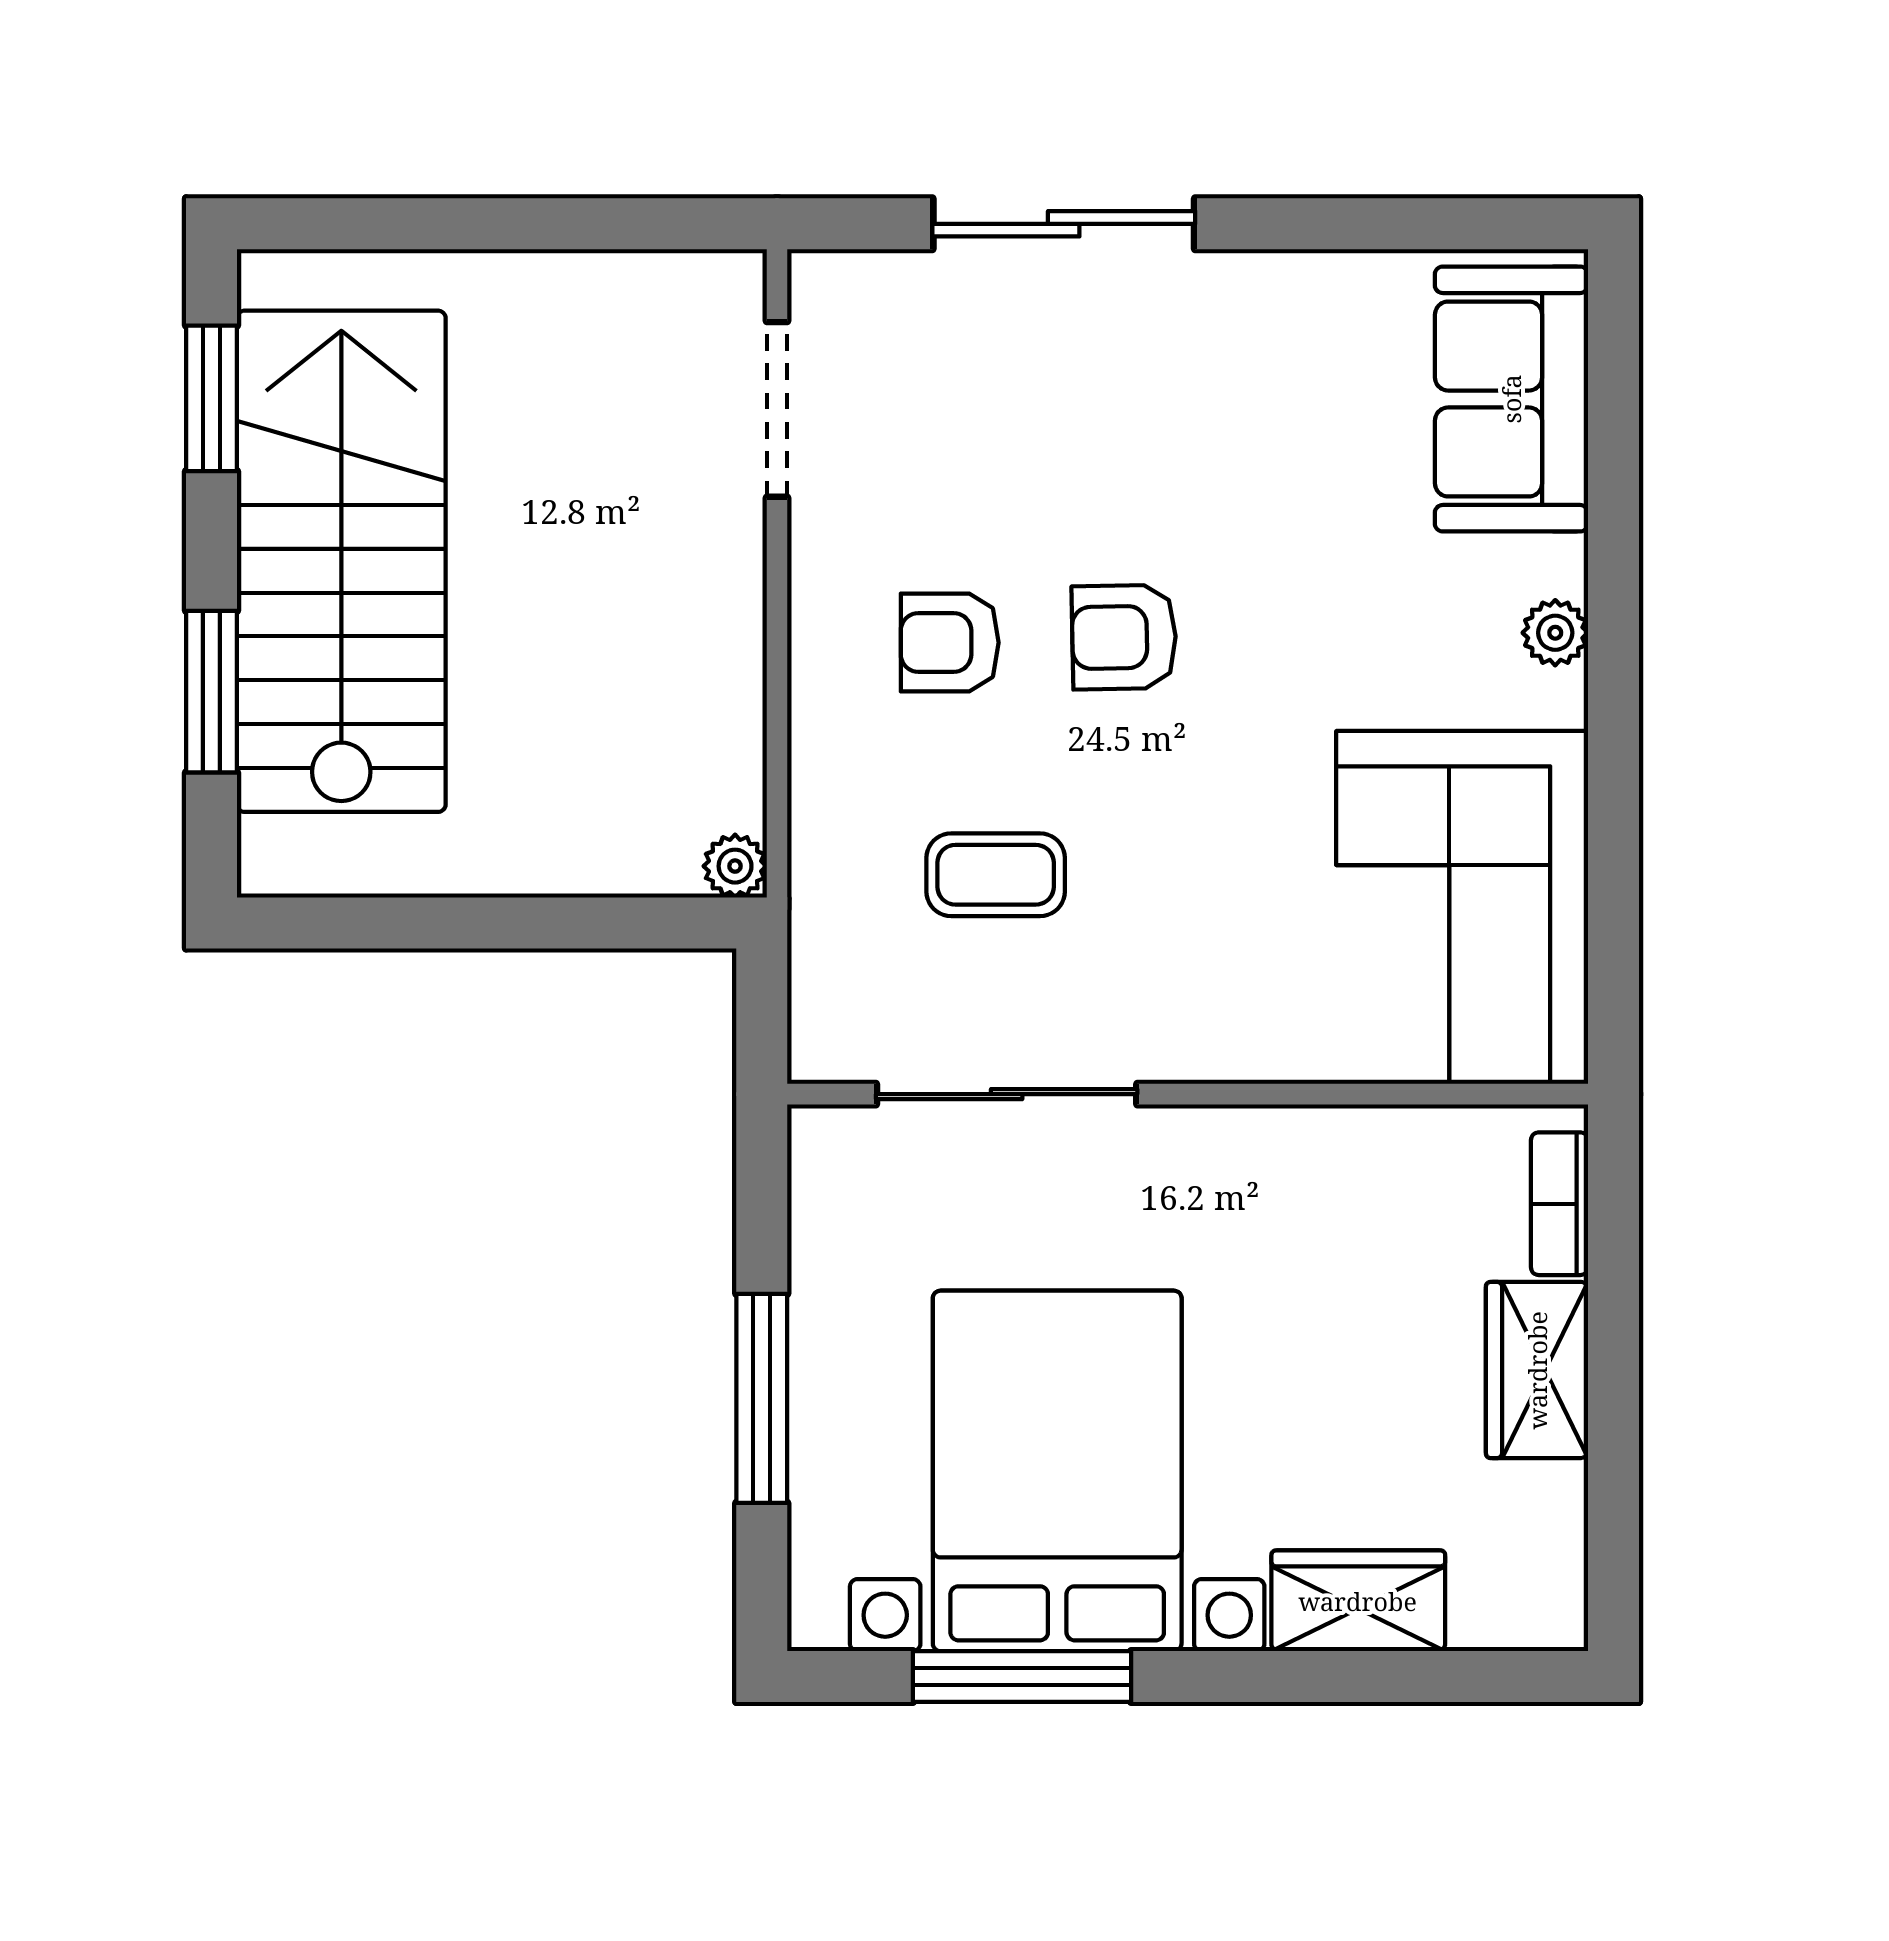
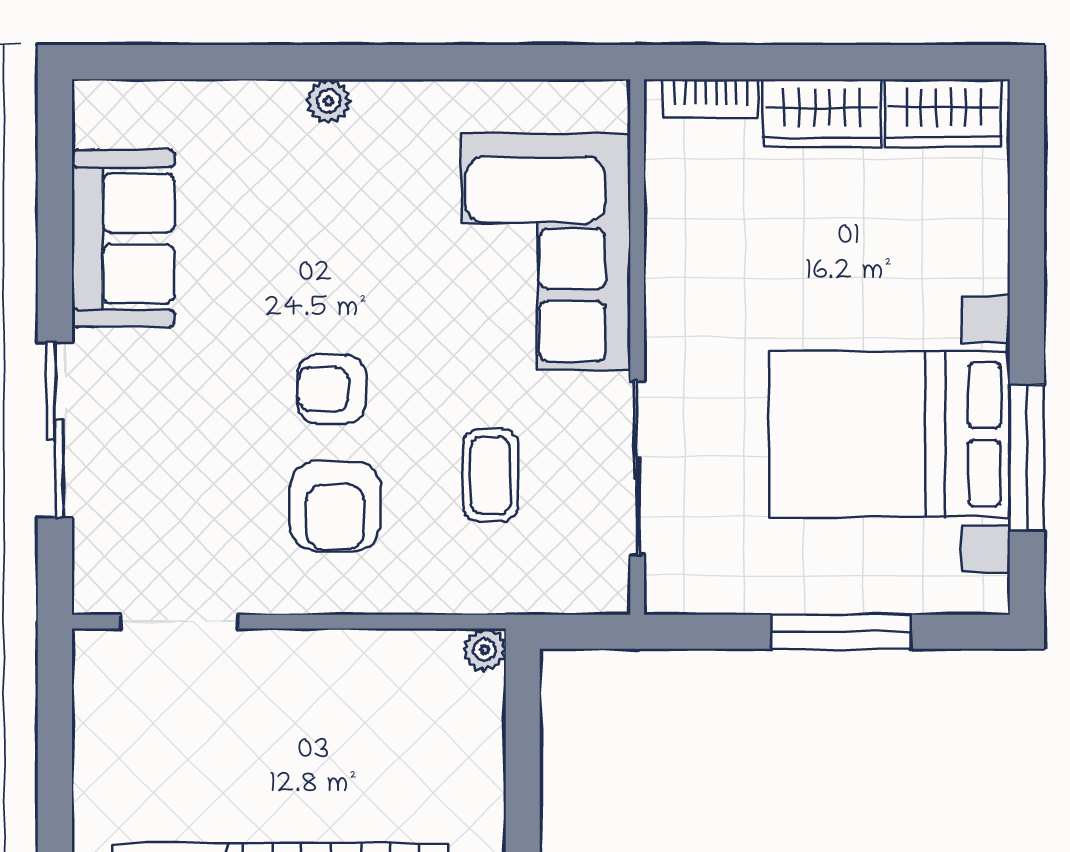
sofa: (1511, 399) -> (123, 238), moved, turned -90
armchair: (1124, 637) -> (332, 389), turned 91
armchair: (950, 643) -> (335, 506), width x1.38, depth x1.38
corner sofa: (1462, 907) -> (546, 251), moved, turned 90
wardrobe: (1358, 1601) -> (943, 113), moved, turned -90

